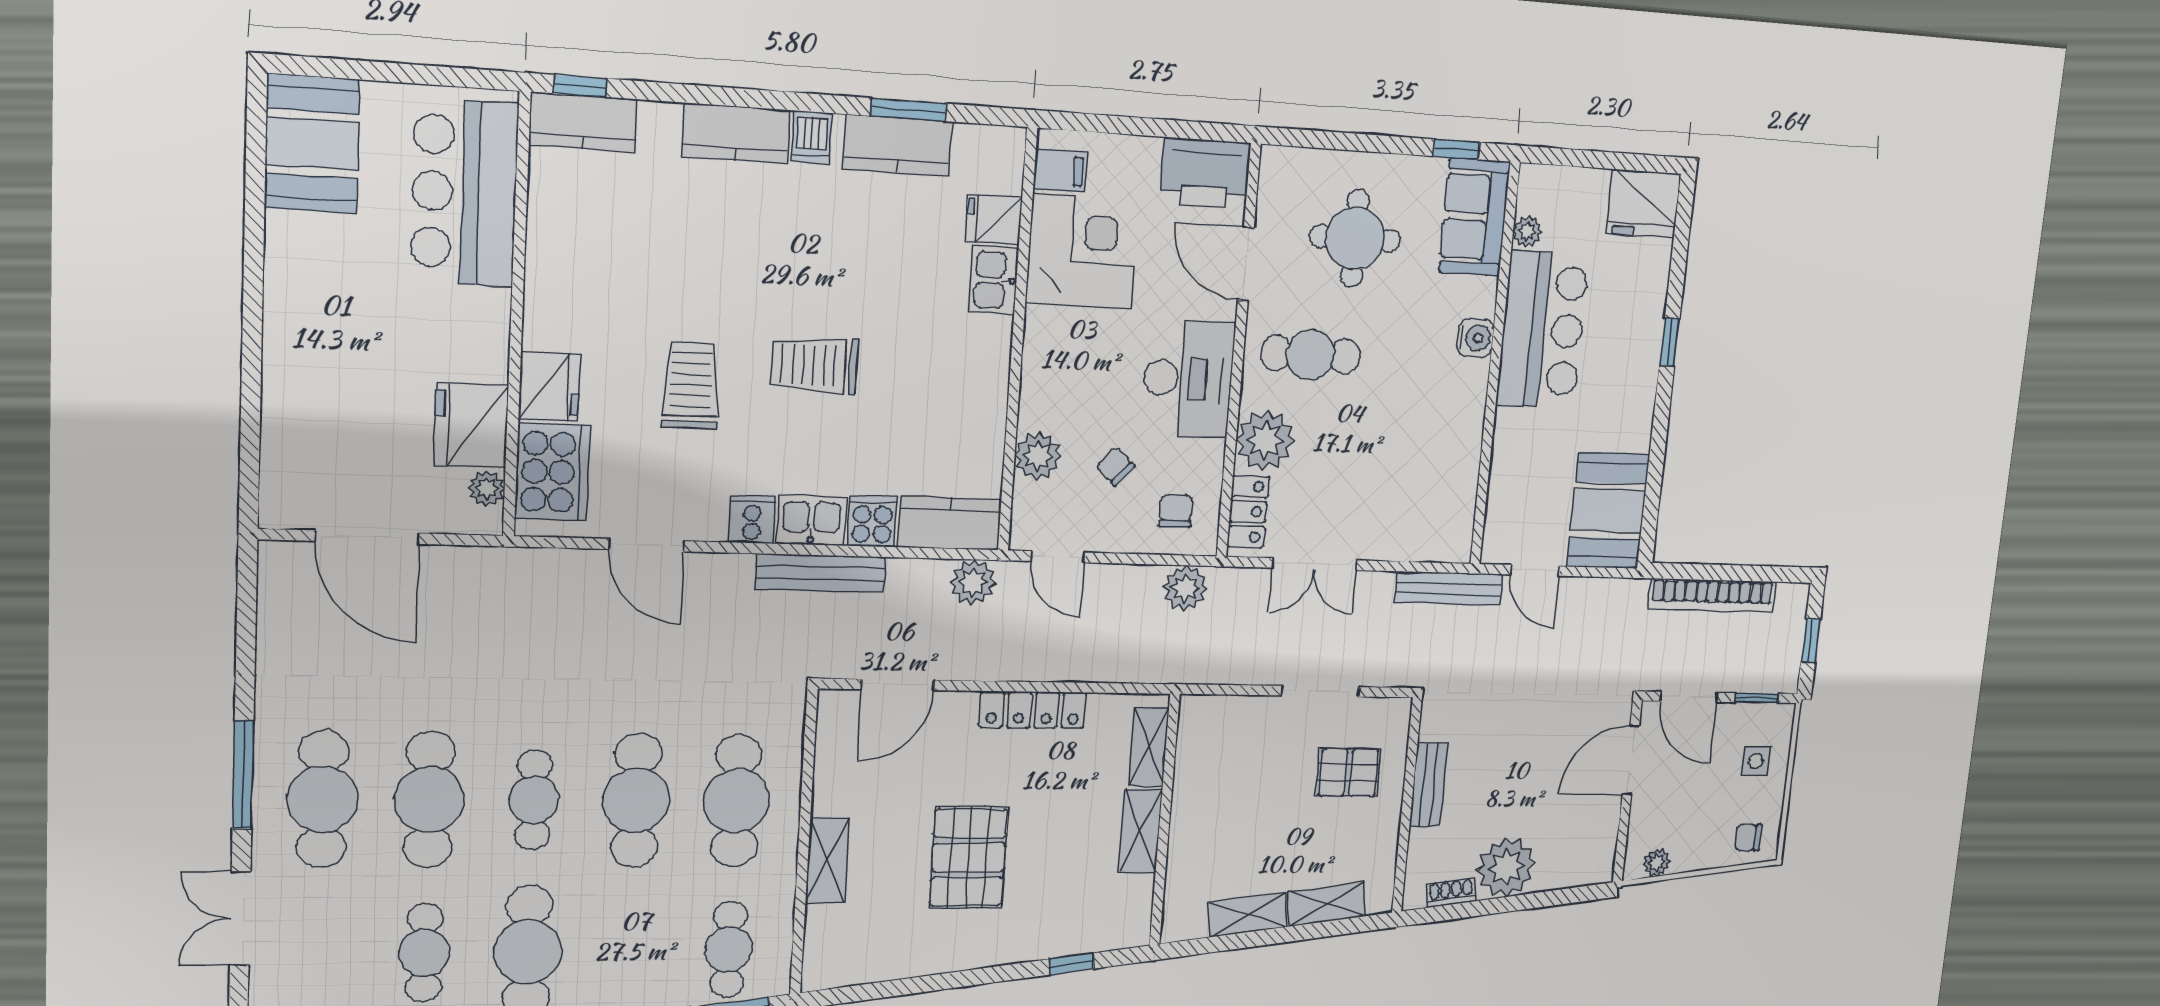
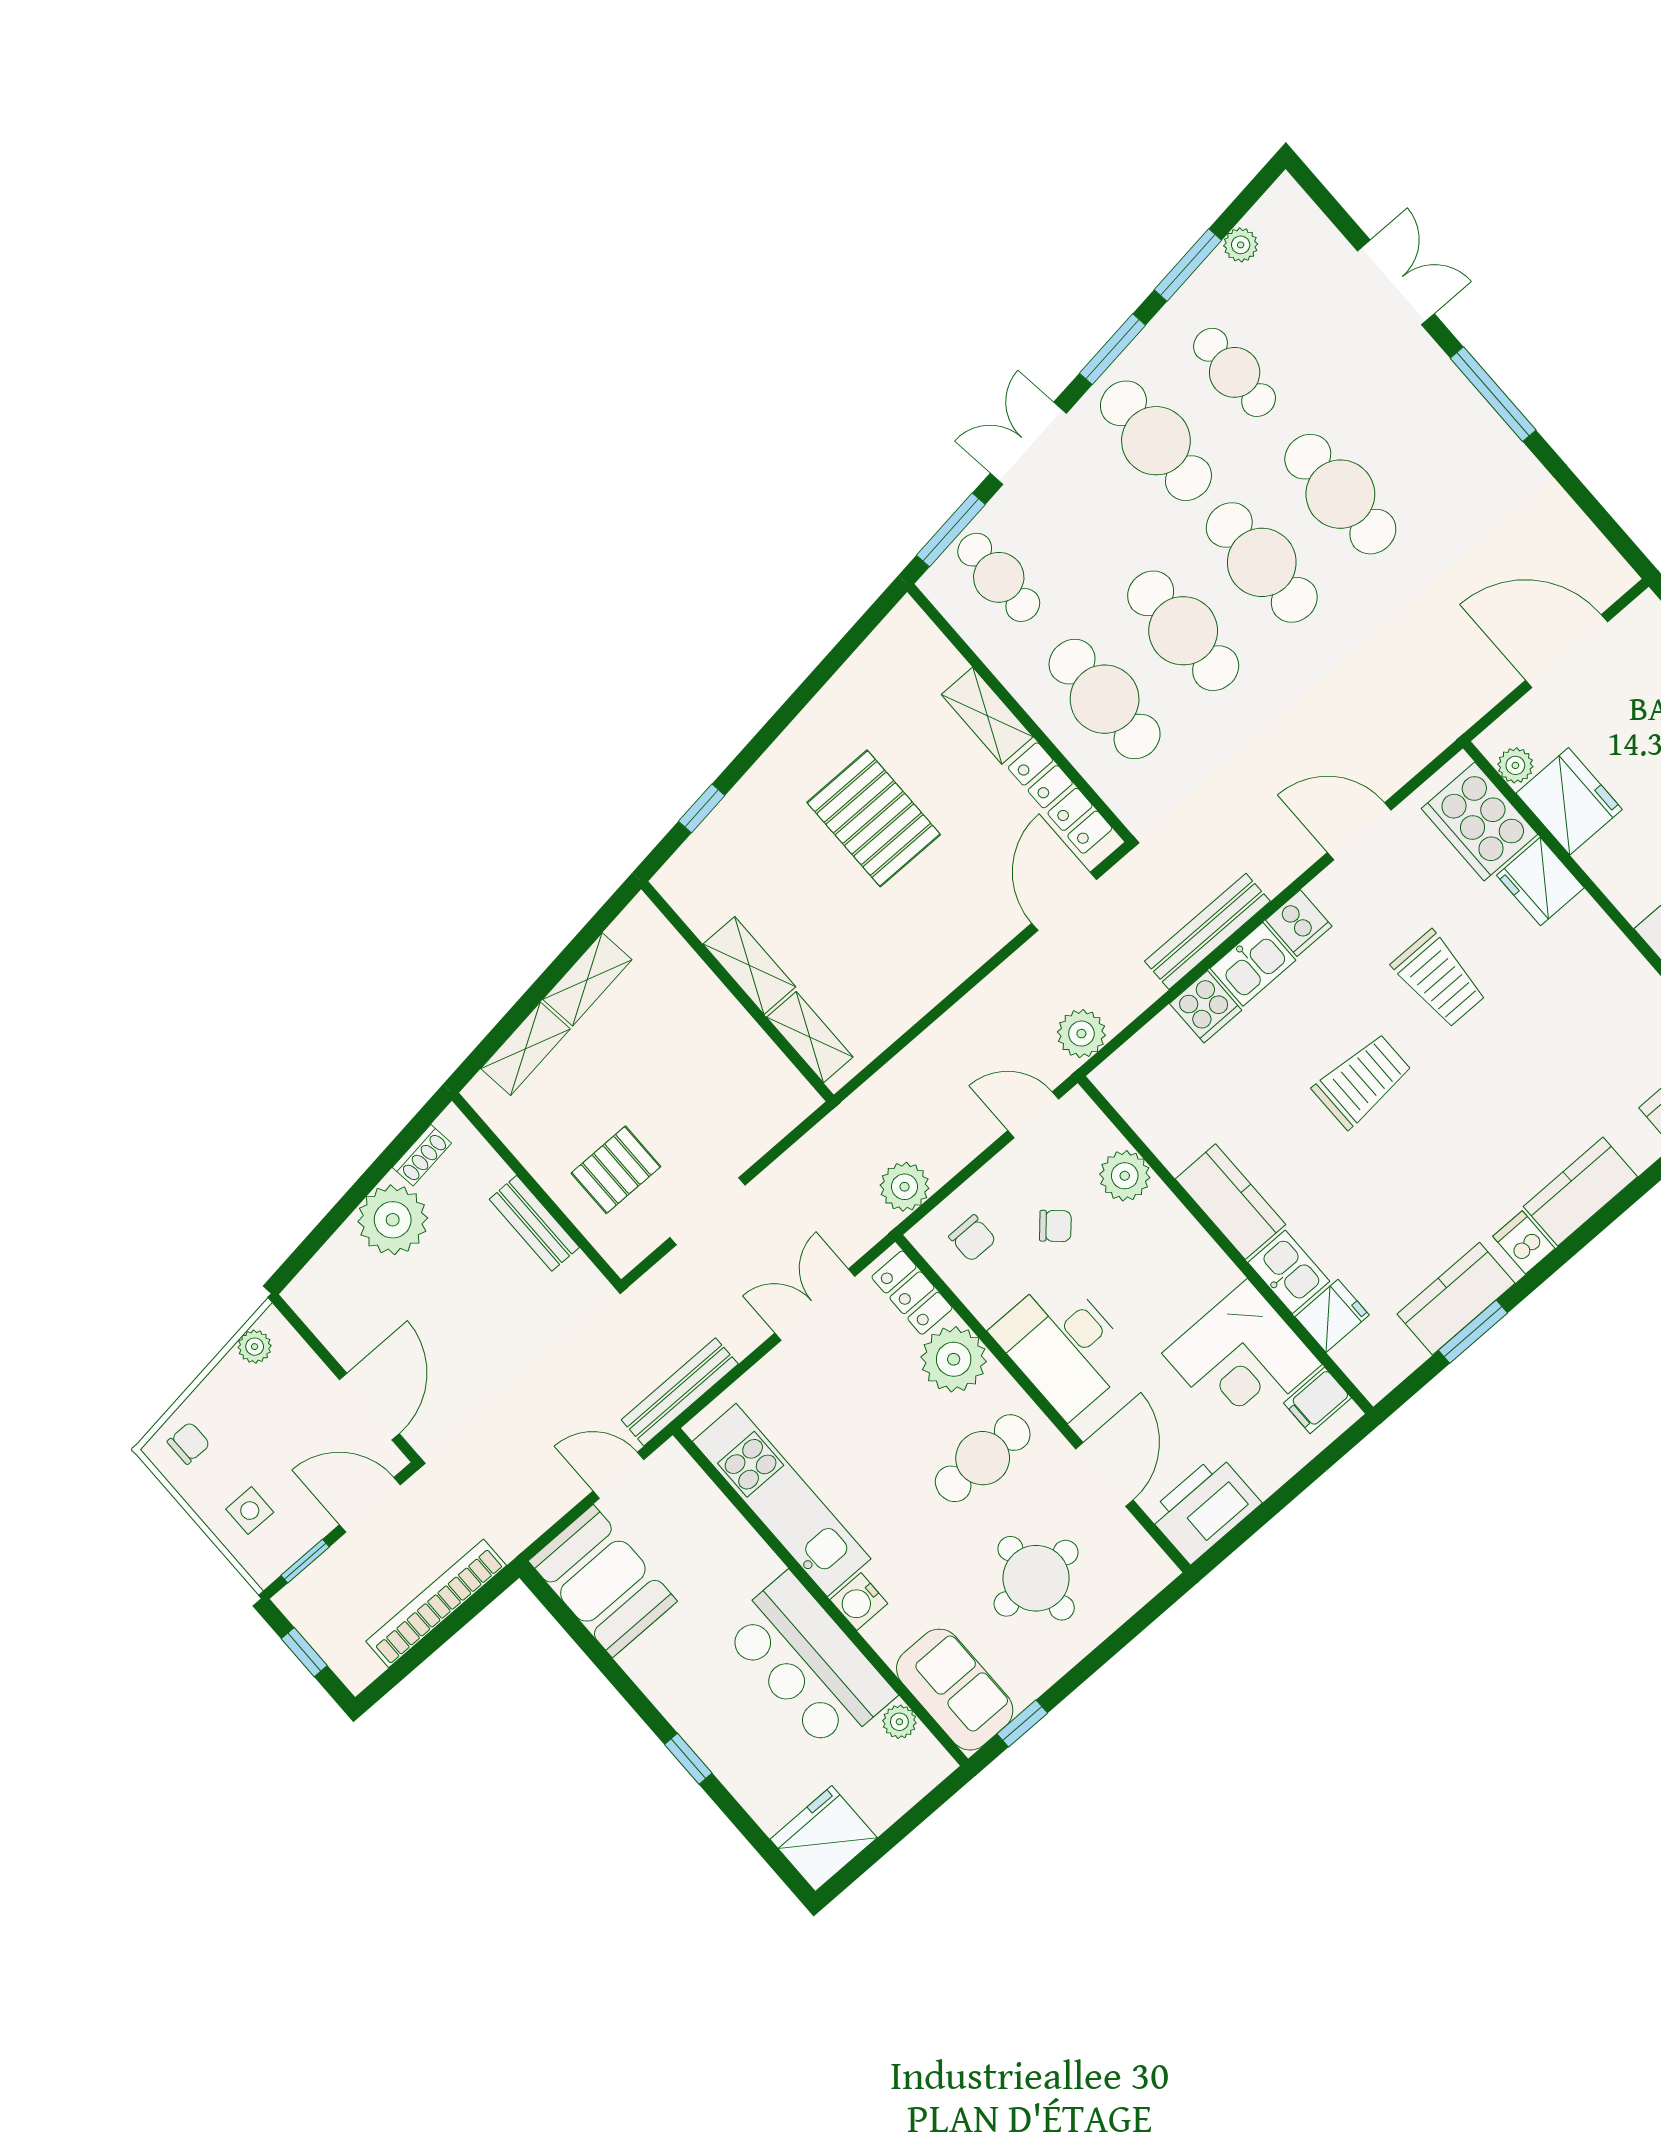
door: (1246, 264) -> (1104, 1474), hinge flipped
kitchen unit: (1457, 454) -> (782, 1500), added
kitchen counter: (950, 523) -> (1230, 1202), moved, turned -90
locker: (1033, 710) -> (1060, 798), moved, turned -90
cafe table: (323, 799) -> (1419, 426), removed
cafe table: (534, 800) -> (1262, 562), width x1.37, depth x1.35

